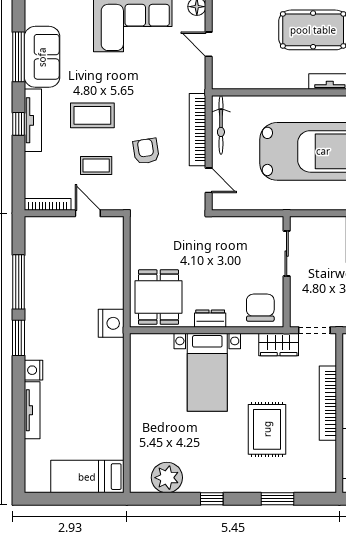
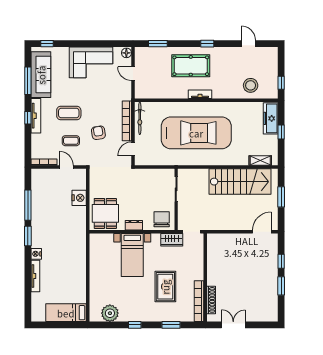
sofa: (42, 57) -> (41, 75), width x1.36
door: (209, 180) -> (133, 149), swing flipped
nightstand: (111, 323) -> (79, 198), moved
bookcase: (328, 403) -> (199, 301), moved

